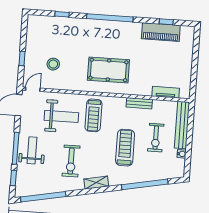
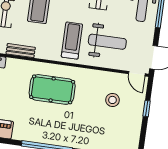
door: (33, 89) -> (137, 74), hinge flipped
weight bench: (61, 116) -> (107, 42), turned 180

